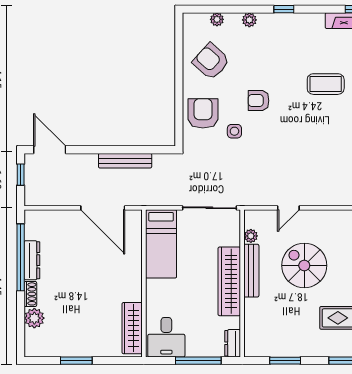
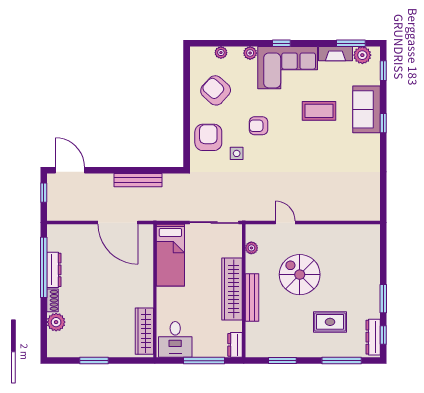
corner sofa: (291, 36) -> (288, 68), added
door: (288, 208) -> (285, 223), swing flipped
bench: (251, 271) -> (252, 297), moved

